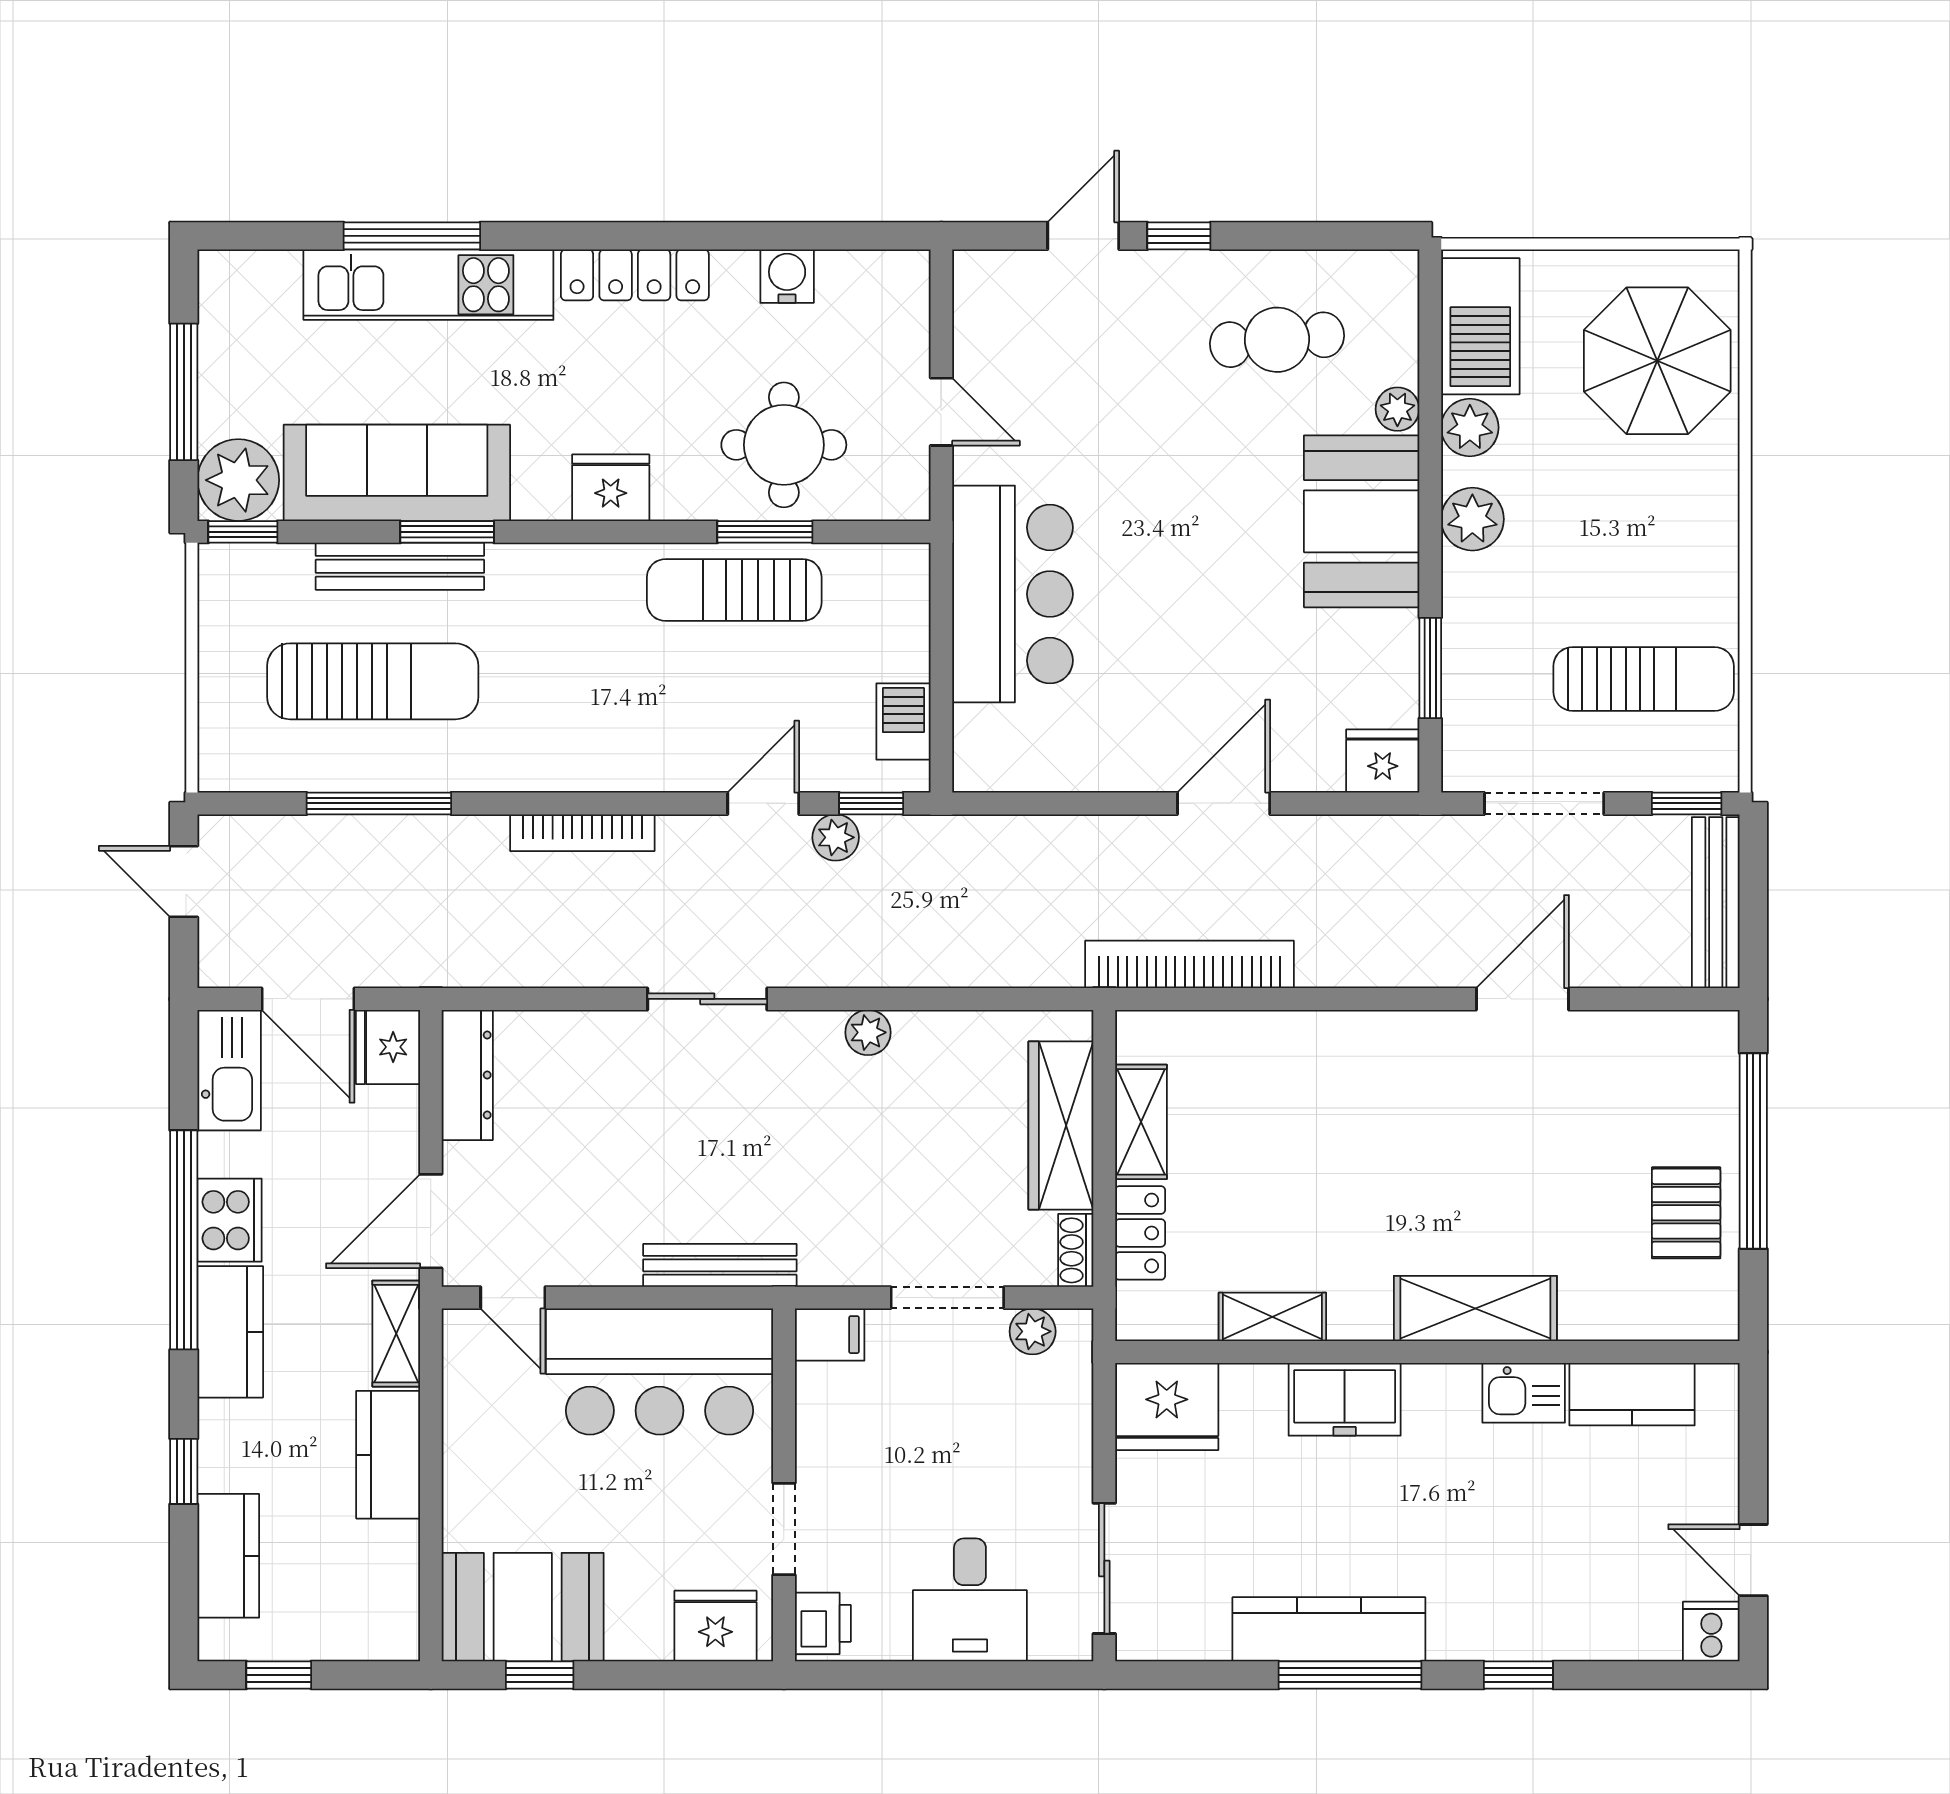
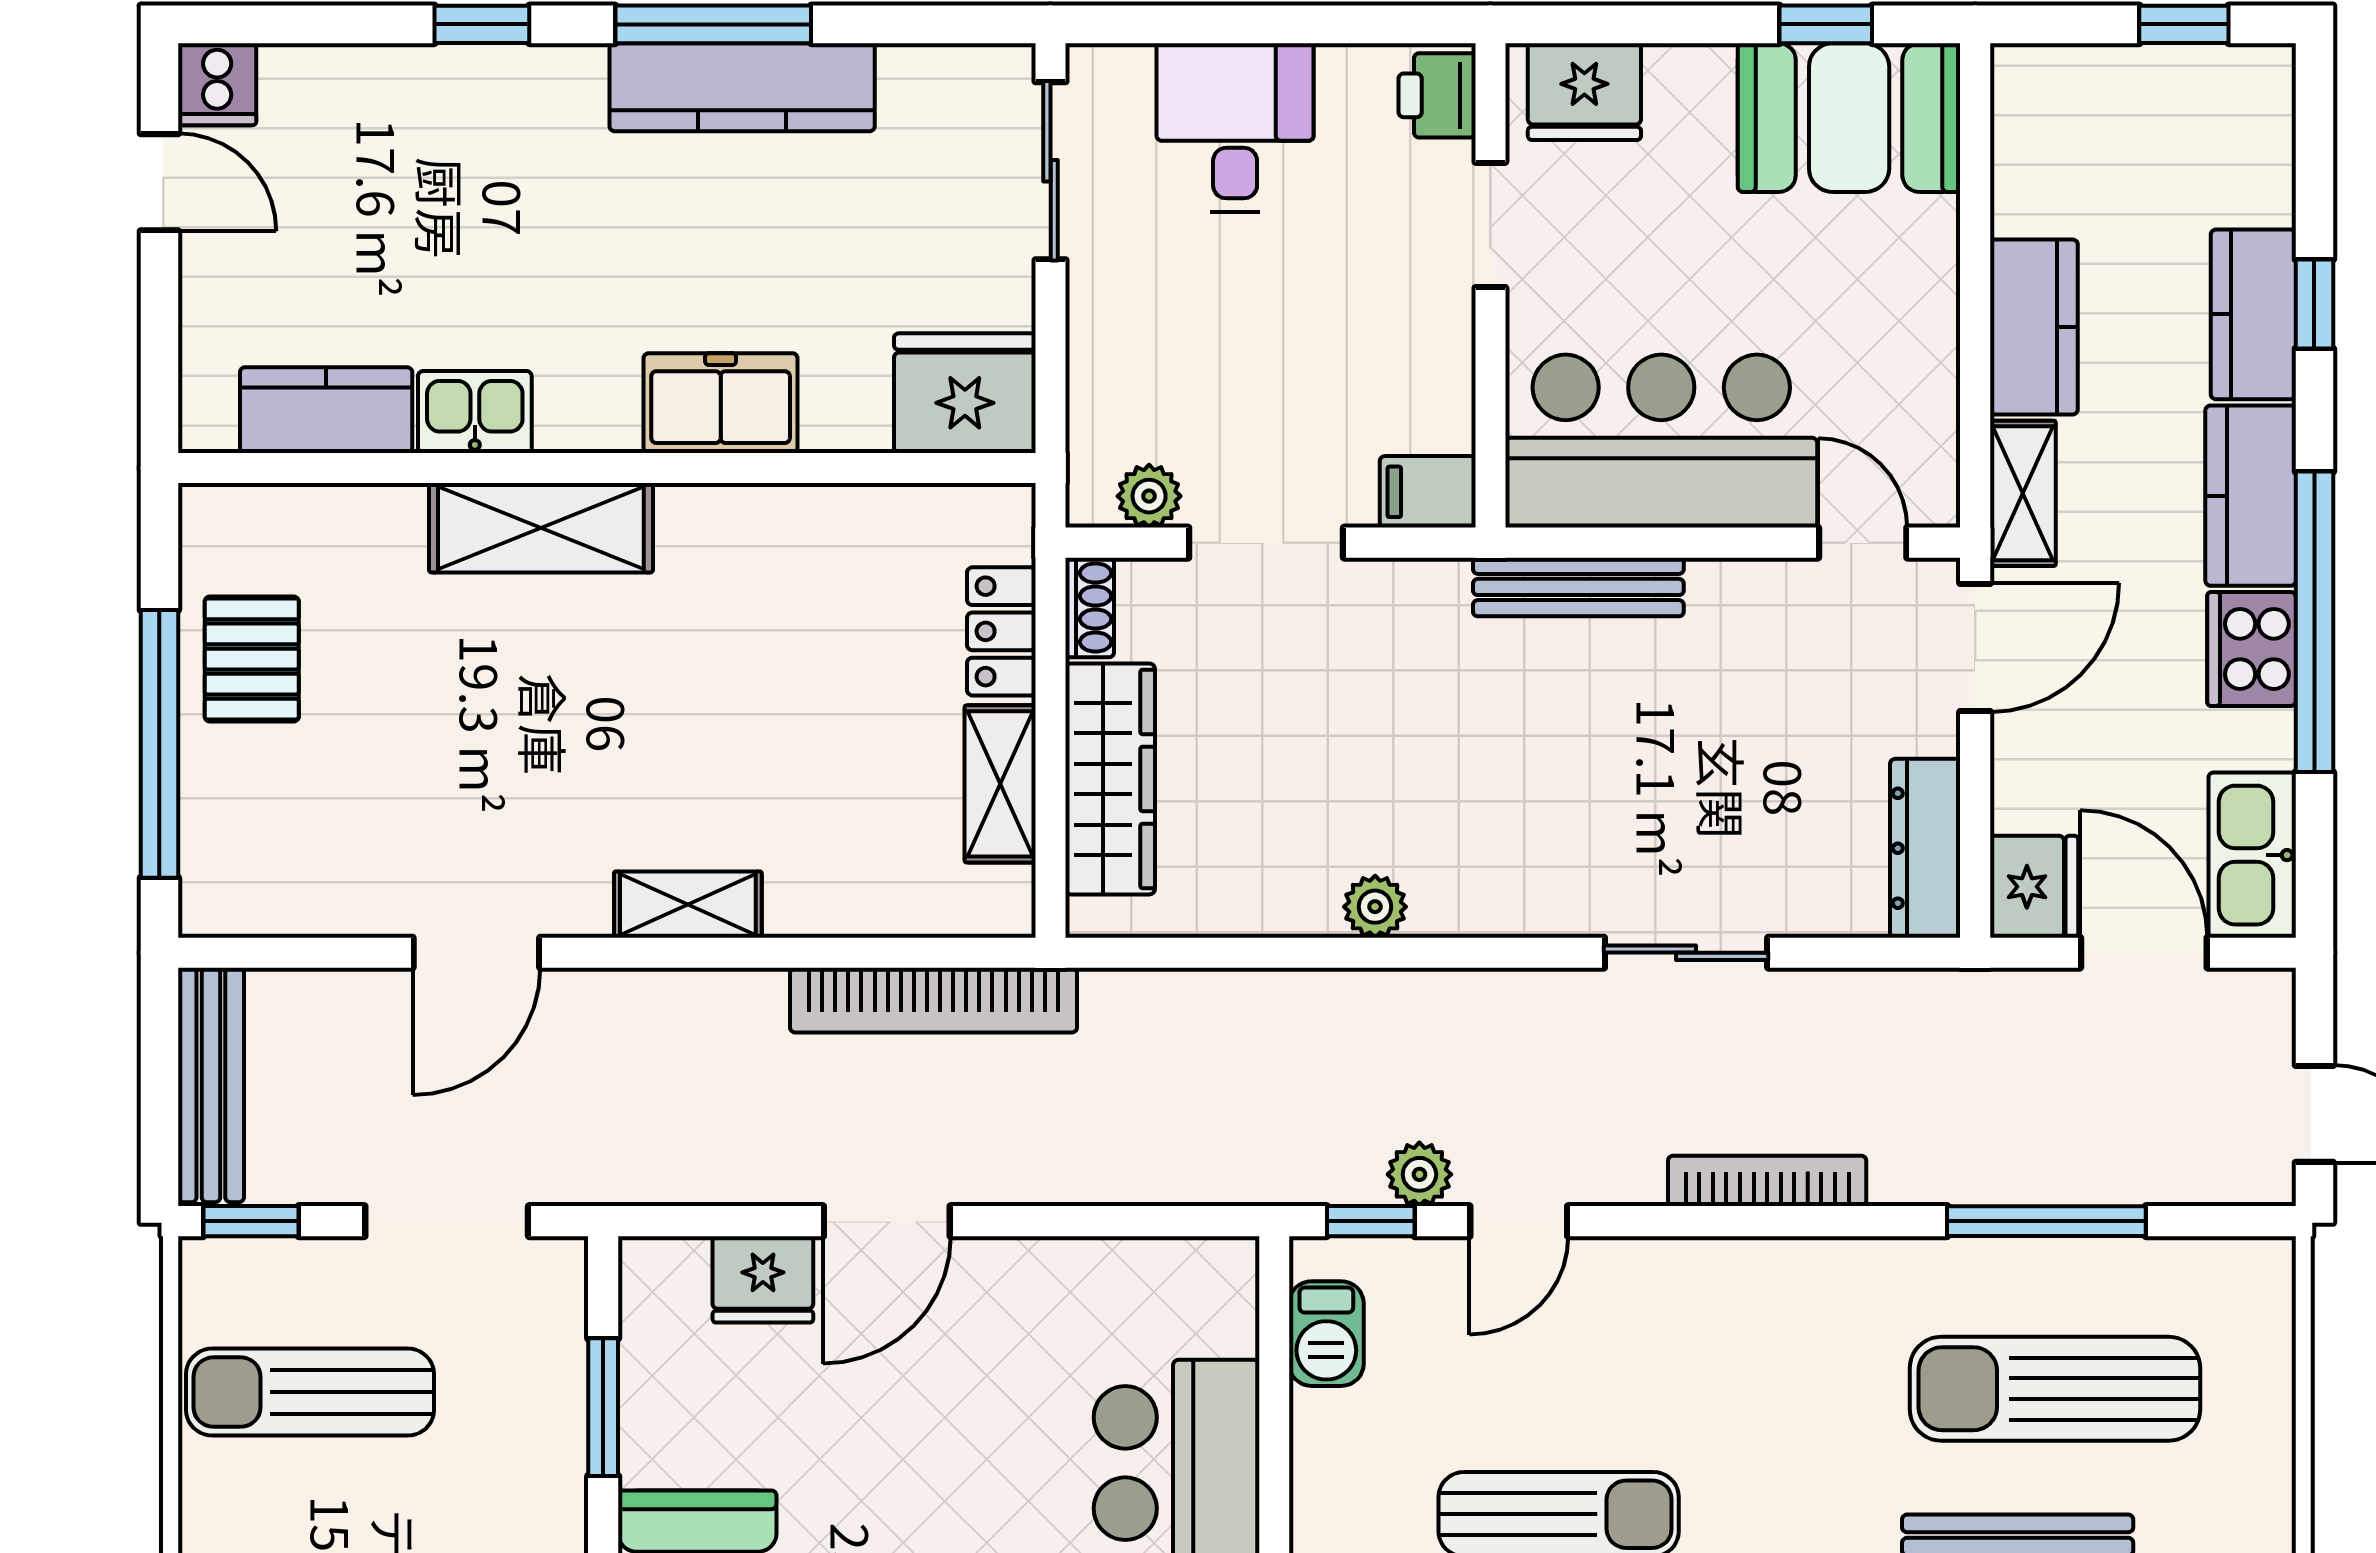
fridge: (1383, 761) -> (763, 1279), moved
sliding door: (707, 999) -> (1686, 953), moved
shelving: (1272, 1317) -> (688, 905), moved
kitchen counter: (228, 1556) -> (2253, 314), moved

